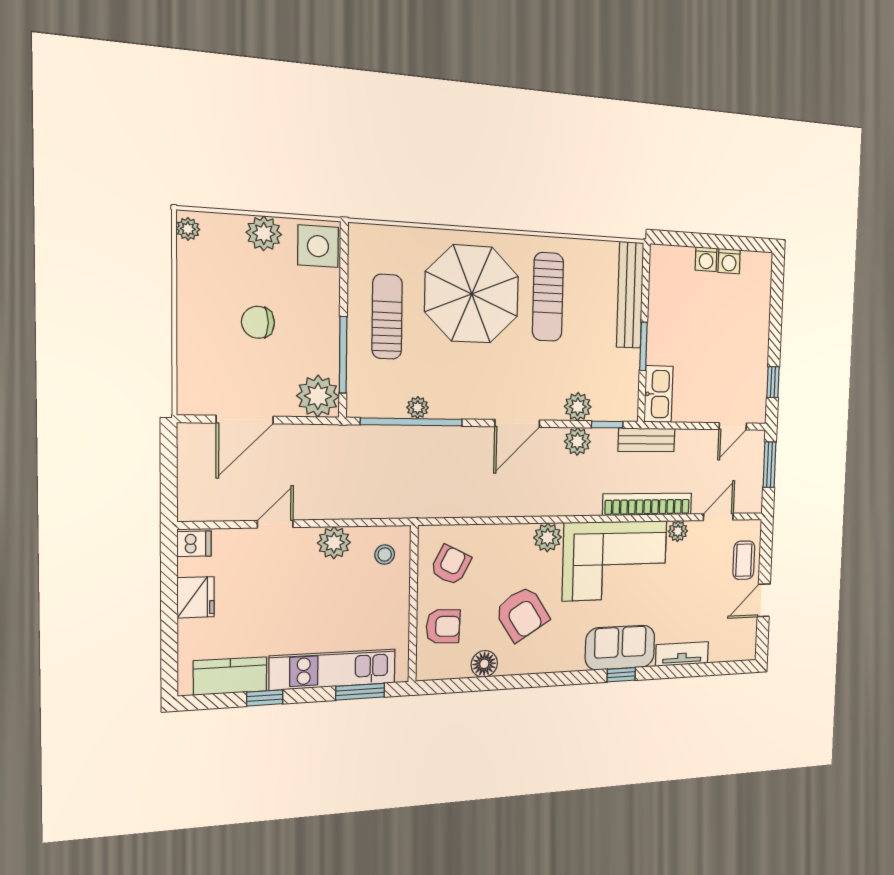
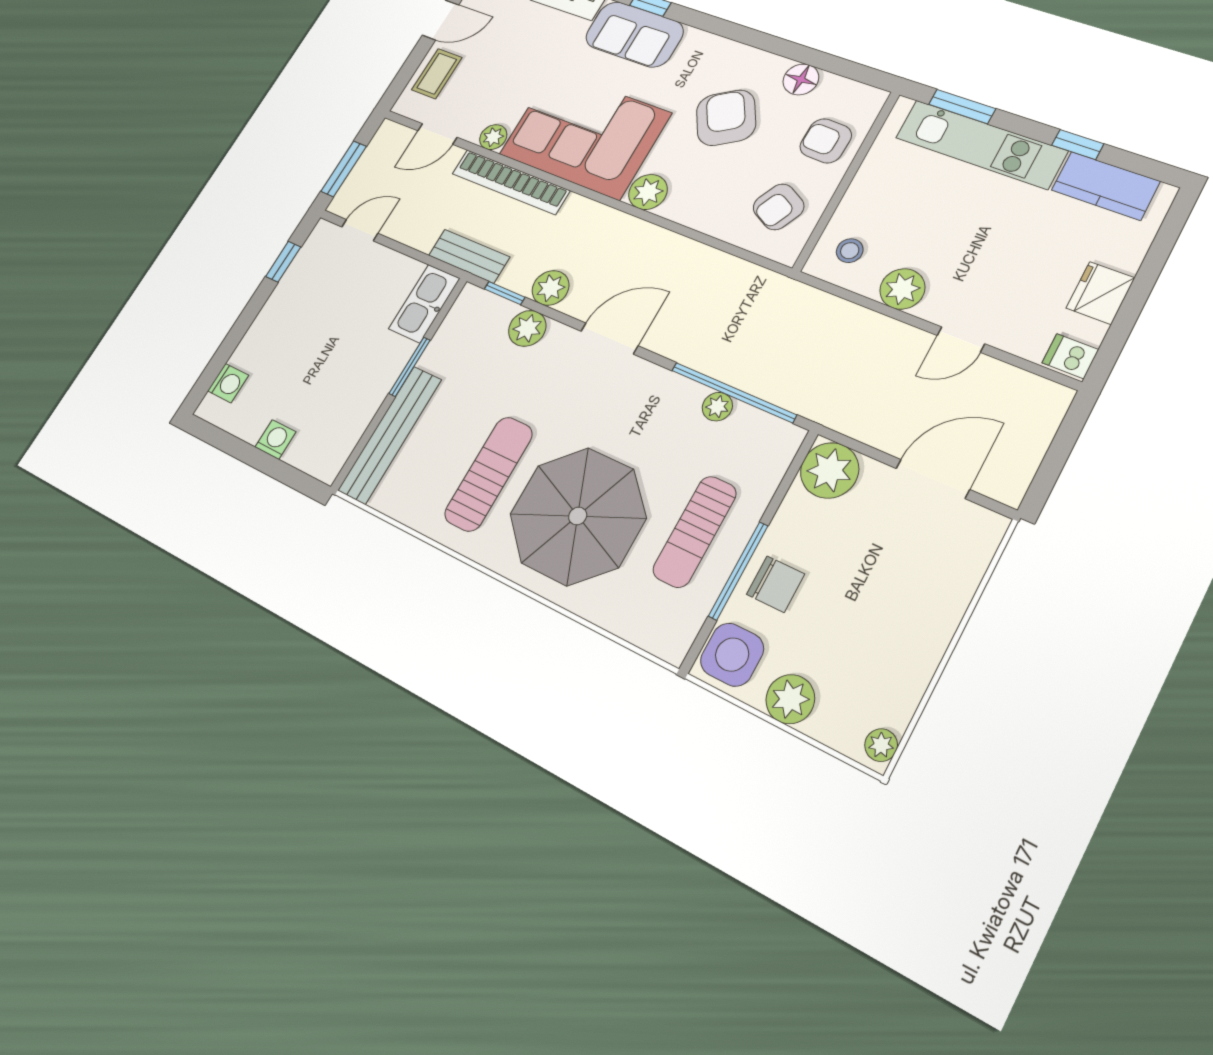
washing machine: (729, 261) -> (228, 383), moved, turned 90
chair: (258, 322) -> (776, 584), moved
window: (343, 355) -> (738, 571), moved

